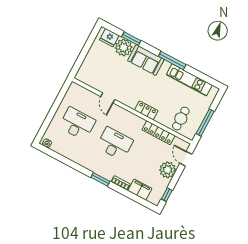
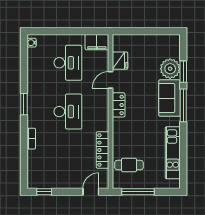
fridge: (109, 38) -> (120, 61), moved, turned 180
window: (172, 60) -> (183, 105), moved
locker: (146, 110) -> (119, 105), moved
plant: (168, 170) -> (70, 179), removed
window: (100, 179) -> (24, 104), moved
filing cabinet: (140, 190) -> (97, 42), moved, turned 90

